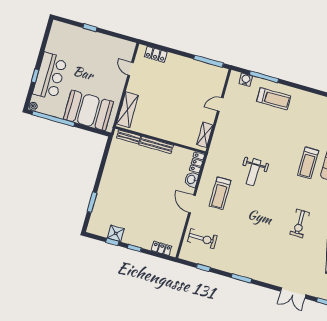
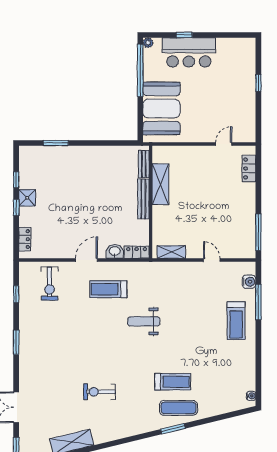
shelving: (127, 110) -> (160, 184), moved, turned 90
treadmill: (308, 163) -> (173, 382), turned 180
shower: (116, 233) -> (27, 198), moved

